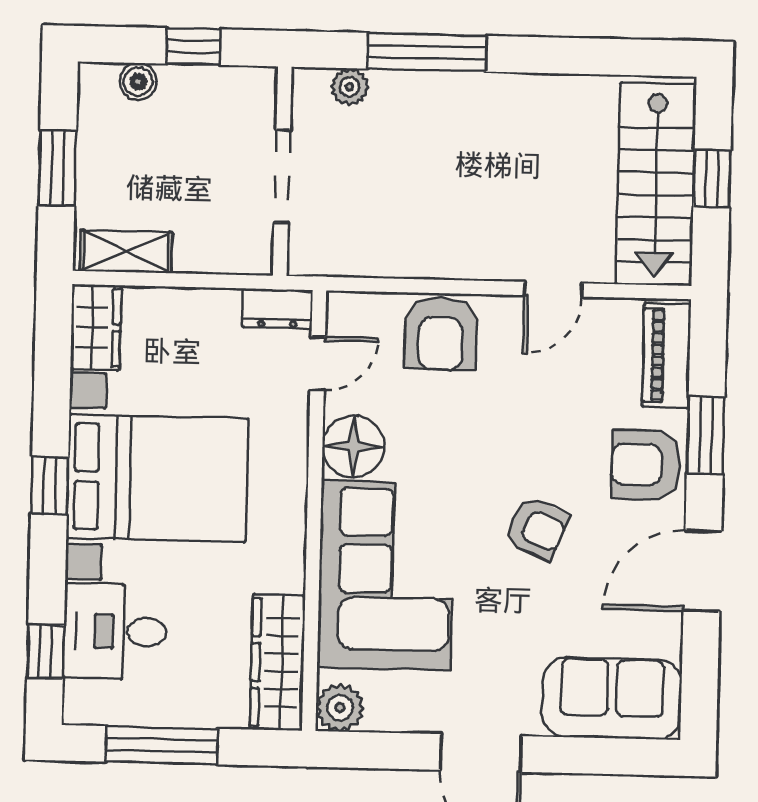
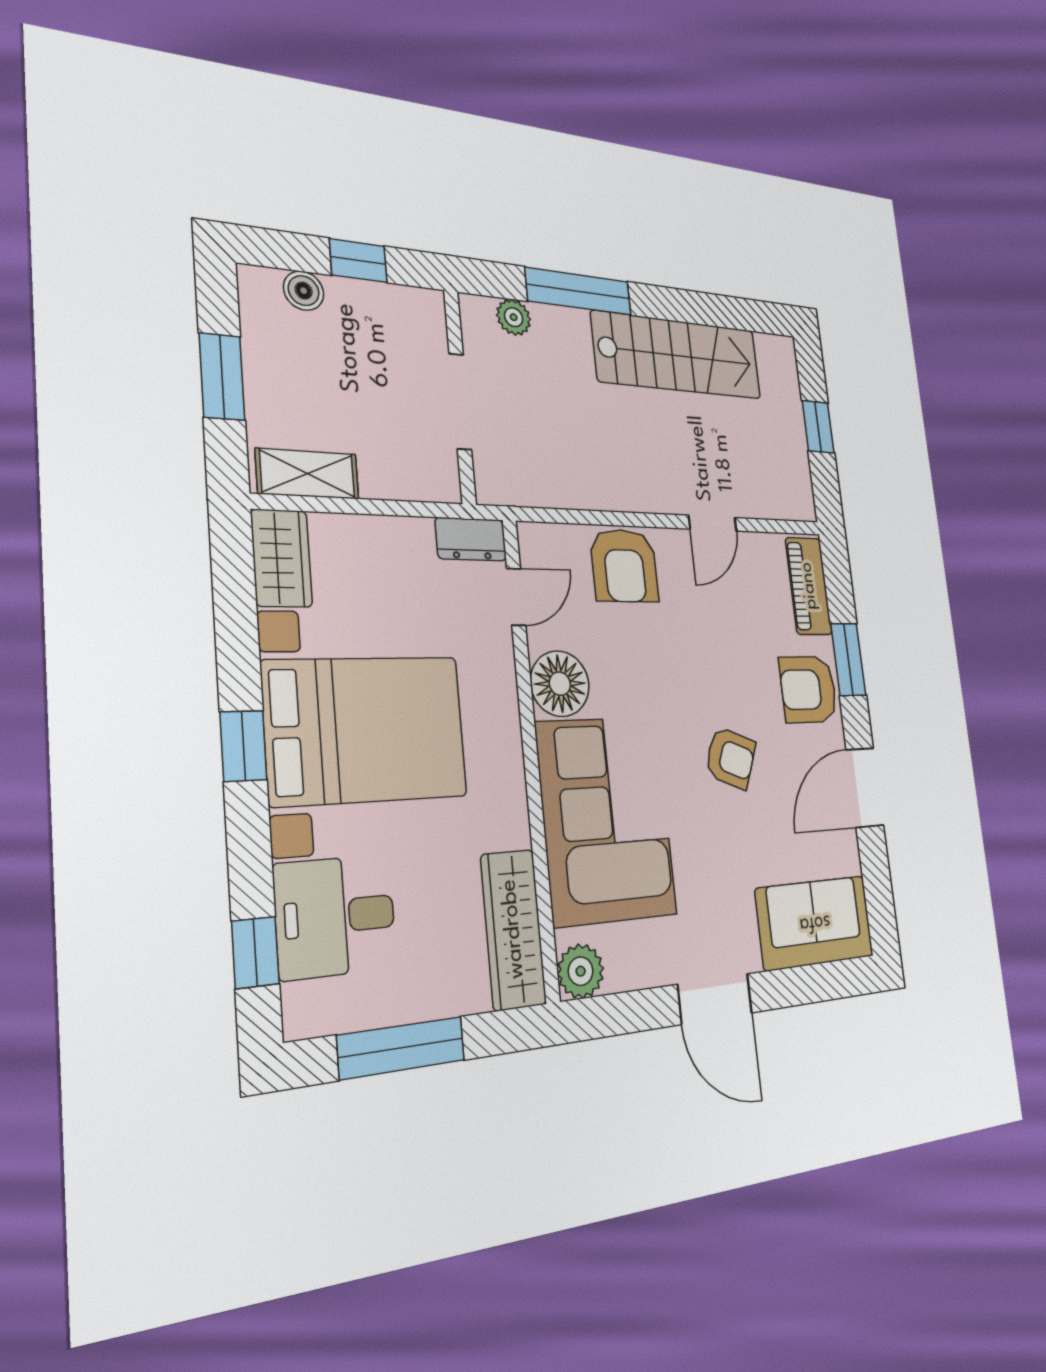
stairs: (656, 184) -> (678, 355), moved, turned -90

